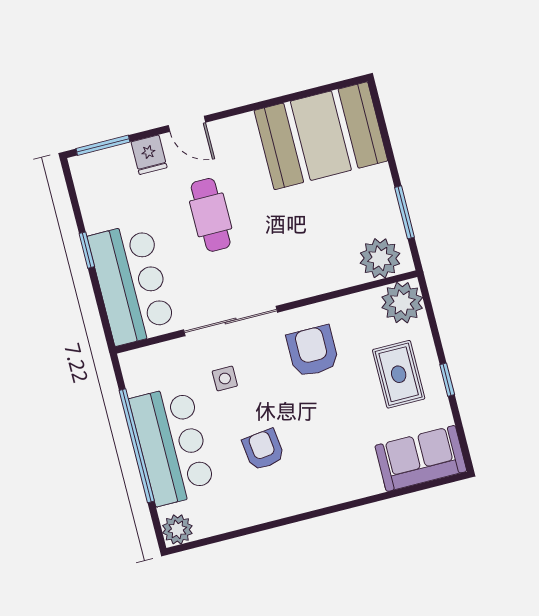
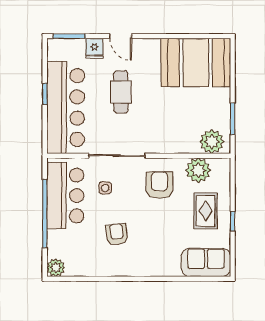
bar counter: (132, 284) -> (66, 108), width x1.36
plant: (402, 303) -> (198, 170), moved
bar counter: (172, 445) -> (65, 196), moved

